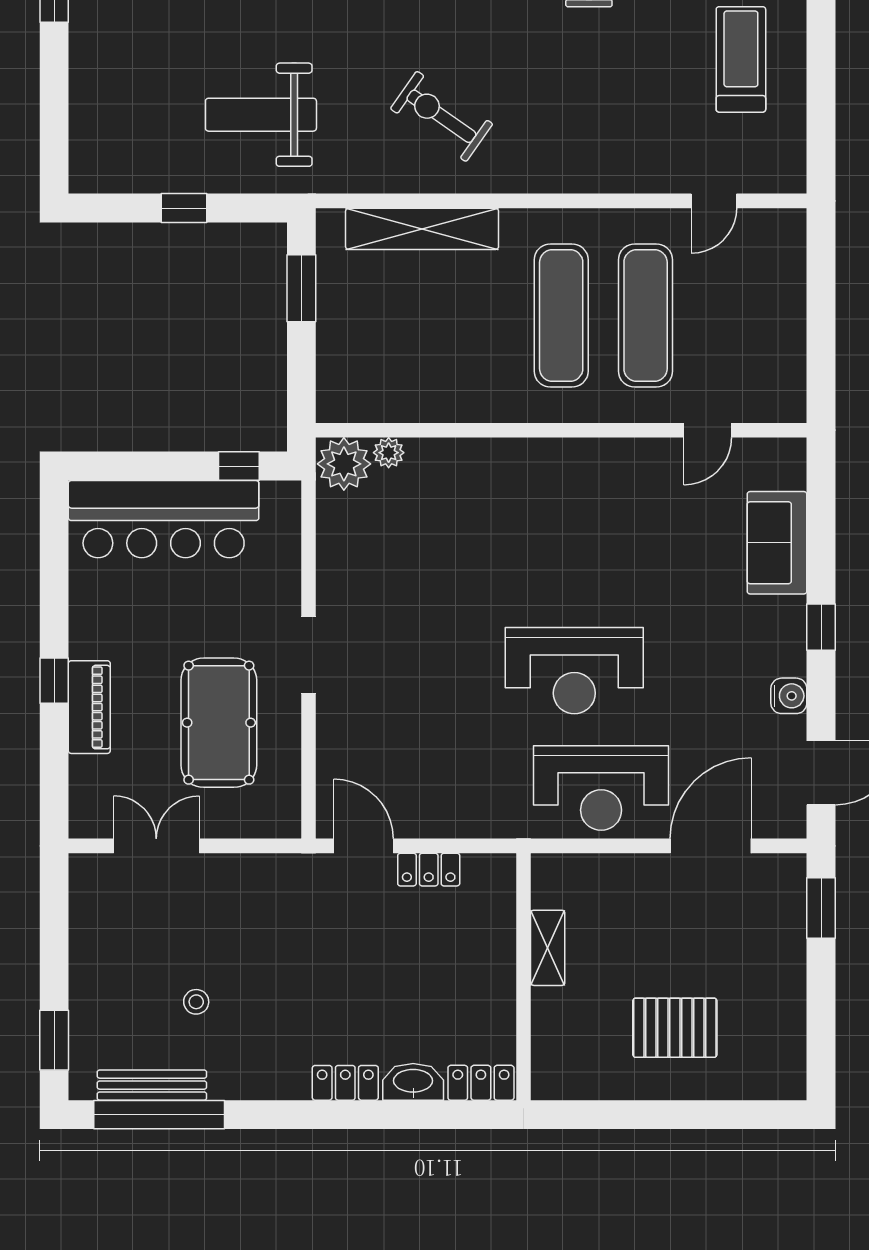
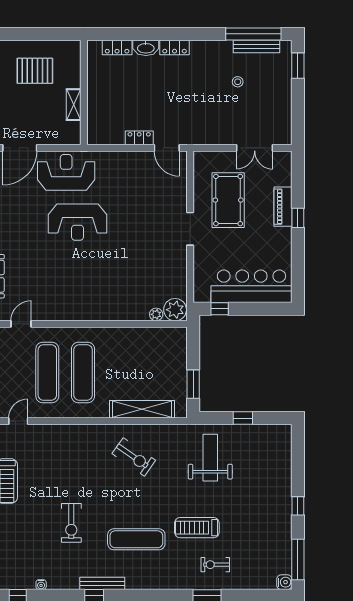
weight bench: (261, 115) -> (210, 458), turned -90
reception desk: (574, 671) -> (78, 222), turned 180
shelving: (548, 948) -> (74, 105), moved
wall: (524, 977) -> (84, 92), moved

